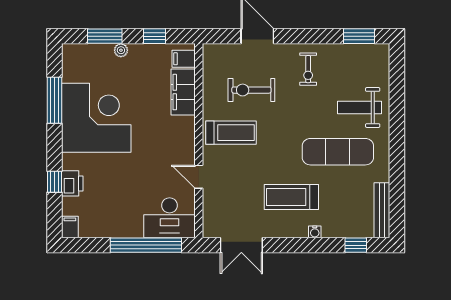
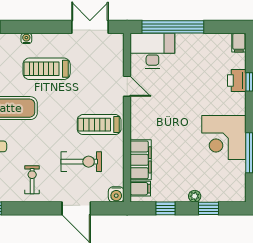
window: (105, 36) -> (209, 208), width x0.67
water cooler: (211, 52) -> (116, 194), added
corner desk: (96, 118) -> (224, 138), width x0.74, depth x0.74
treadmill: (291, 197) -> (47, 69), turned 180

